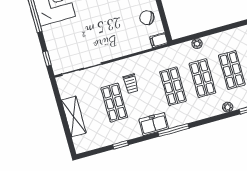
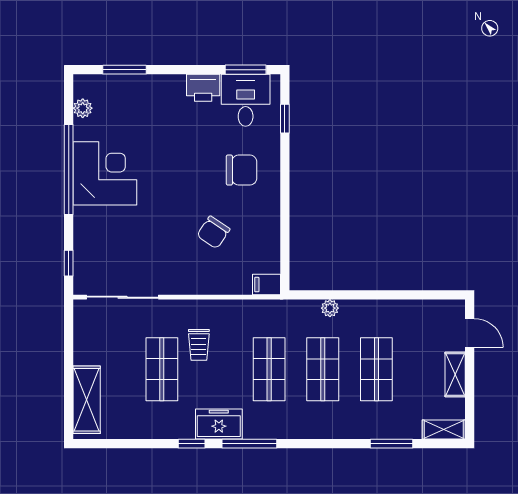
chair: (147, 18) -> (213, 232), moved, turned -81
plant: (228, 107) -> (352, 430), removed
shelving: (74, 117) -> (87, 400), moved
window: (121, 145) -> (192, 444), moved

